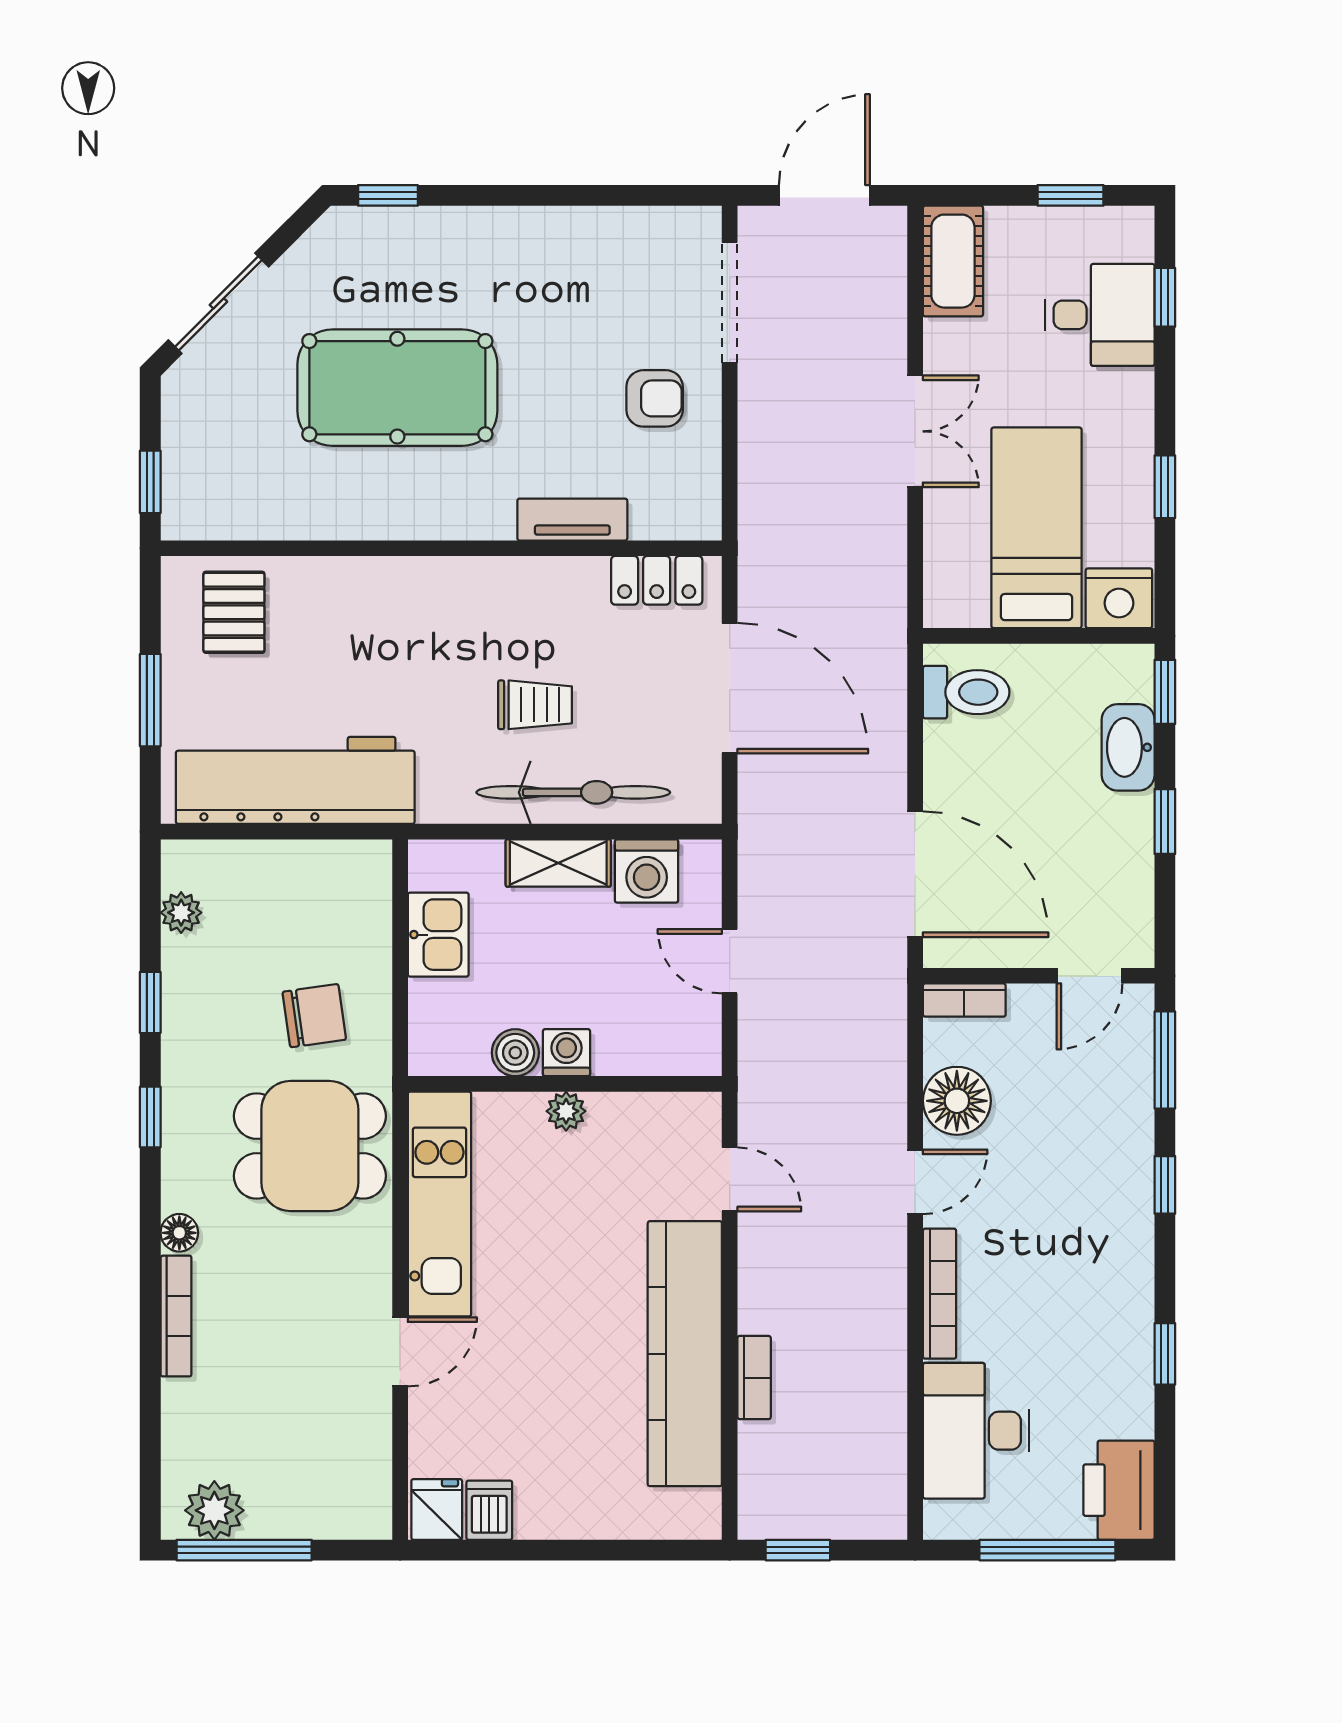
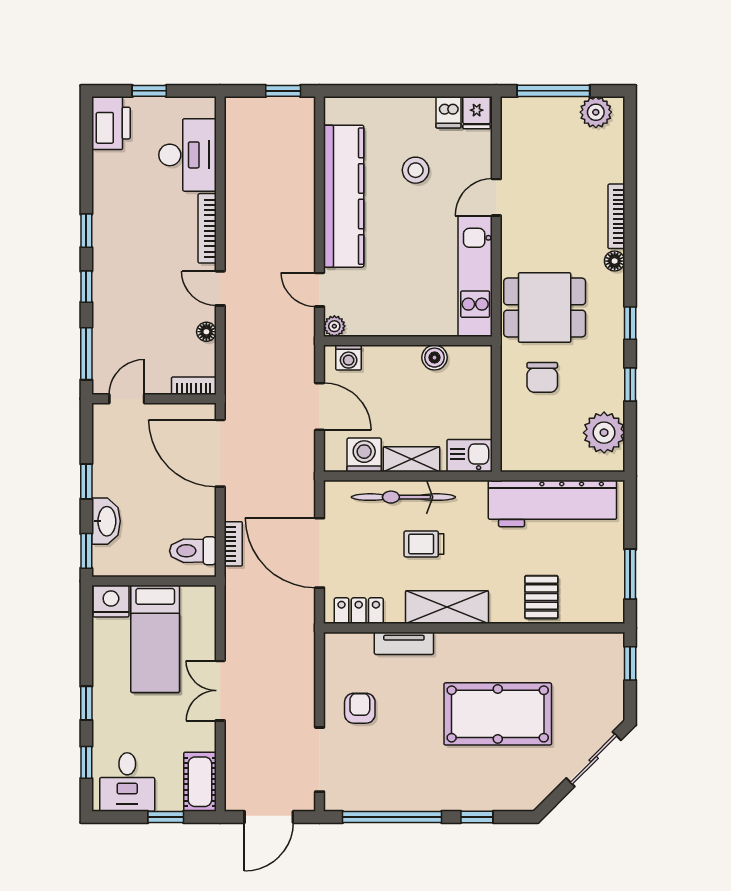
window: (388, 195) -> (477, 817), moved
window: (594, 195) -> (392, 817), added
window: (1070, 195) -> (166, 817), moved
desk: (1100, 315) -> (127, 782), moved, turned -90
armchair: (655, 398) -> (360, 708), turned 90
window: (1165, 487) -> (86, 703), moved
shelving: (492, 587) -> (447, 607), added
pallet: (234, 612) -> (541, 597), moved
window: (150, 700) -> (630, 574), moved
plant: (181, 913) -> (604, 433), width x1.87, depth x1.87
kitchen sink: (438, 935) -> (470, 456), moved, turned 90
door: (730, 961) -> (320, 407), width x1.37
chair: (314, 1016) -> (542, 377), turned -82
washing machine: (567, 1053) -> (349, 358), moved
floor lamp: (957, 1101) -> (206, 332), width x0.53, depth x0.53
plant: (566, 1111) -> (334, 326), moved
door: (915, 1182) -> (220, 288), hinge flipped
window: (1165, 1354) -> (86, 231), moved
bookcase: (754, 1378) -> (233, 544), moved, turned 180
stool: (551, 1402) -> (416, 170), added
window: (244, 1550) -> (553, 91), moved
window: (1047, 1550) -> (149, 91), width x0.46

